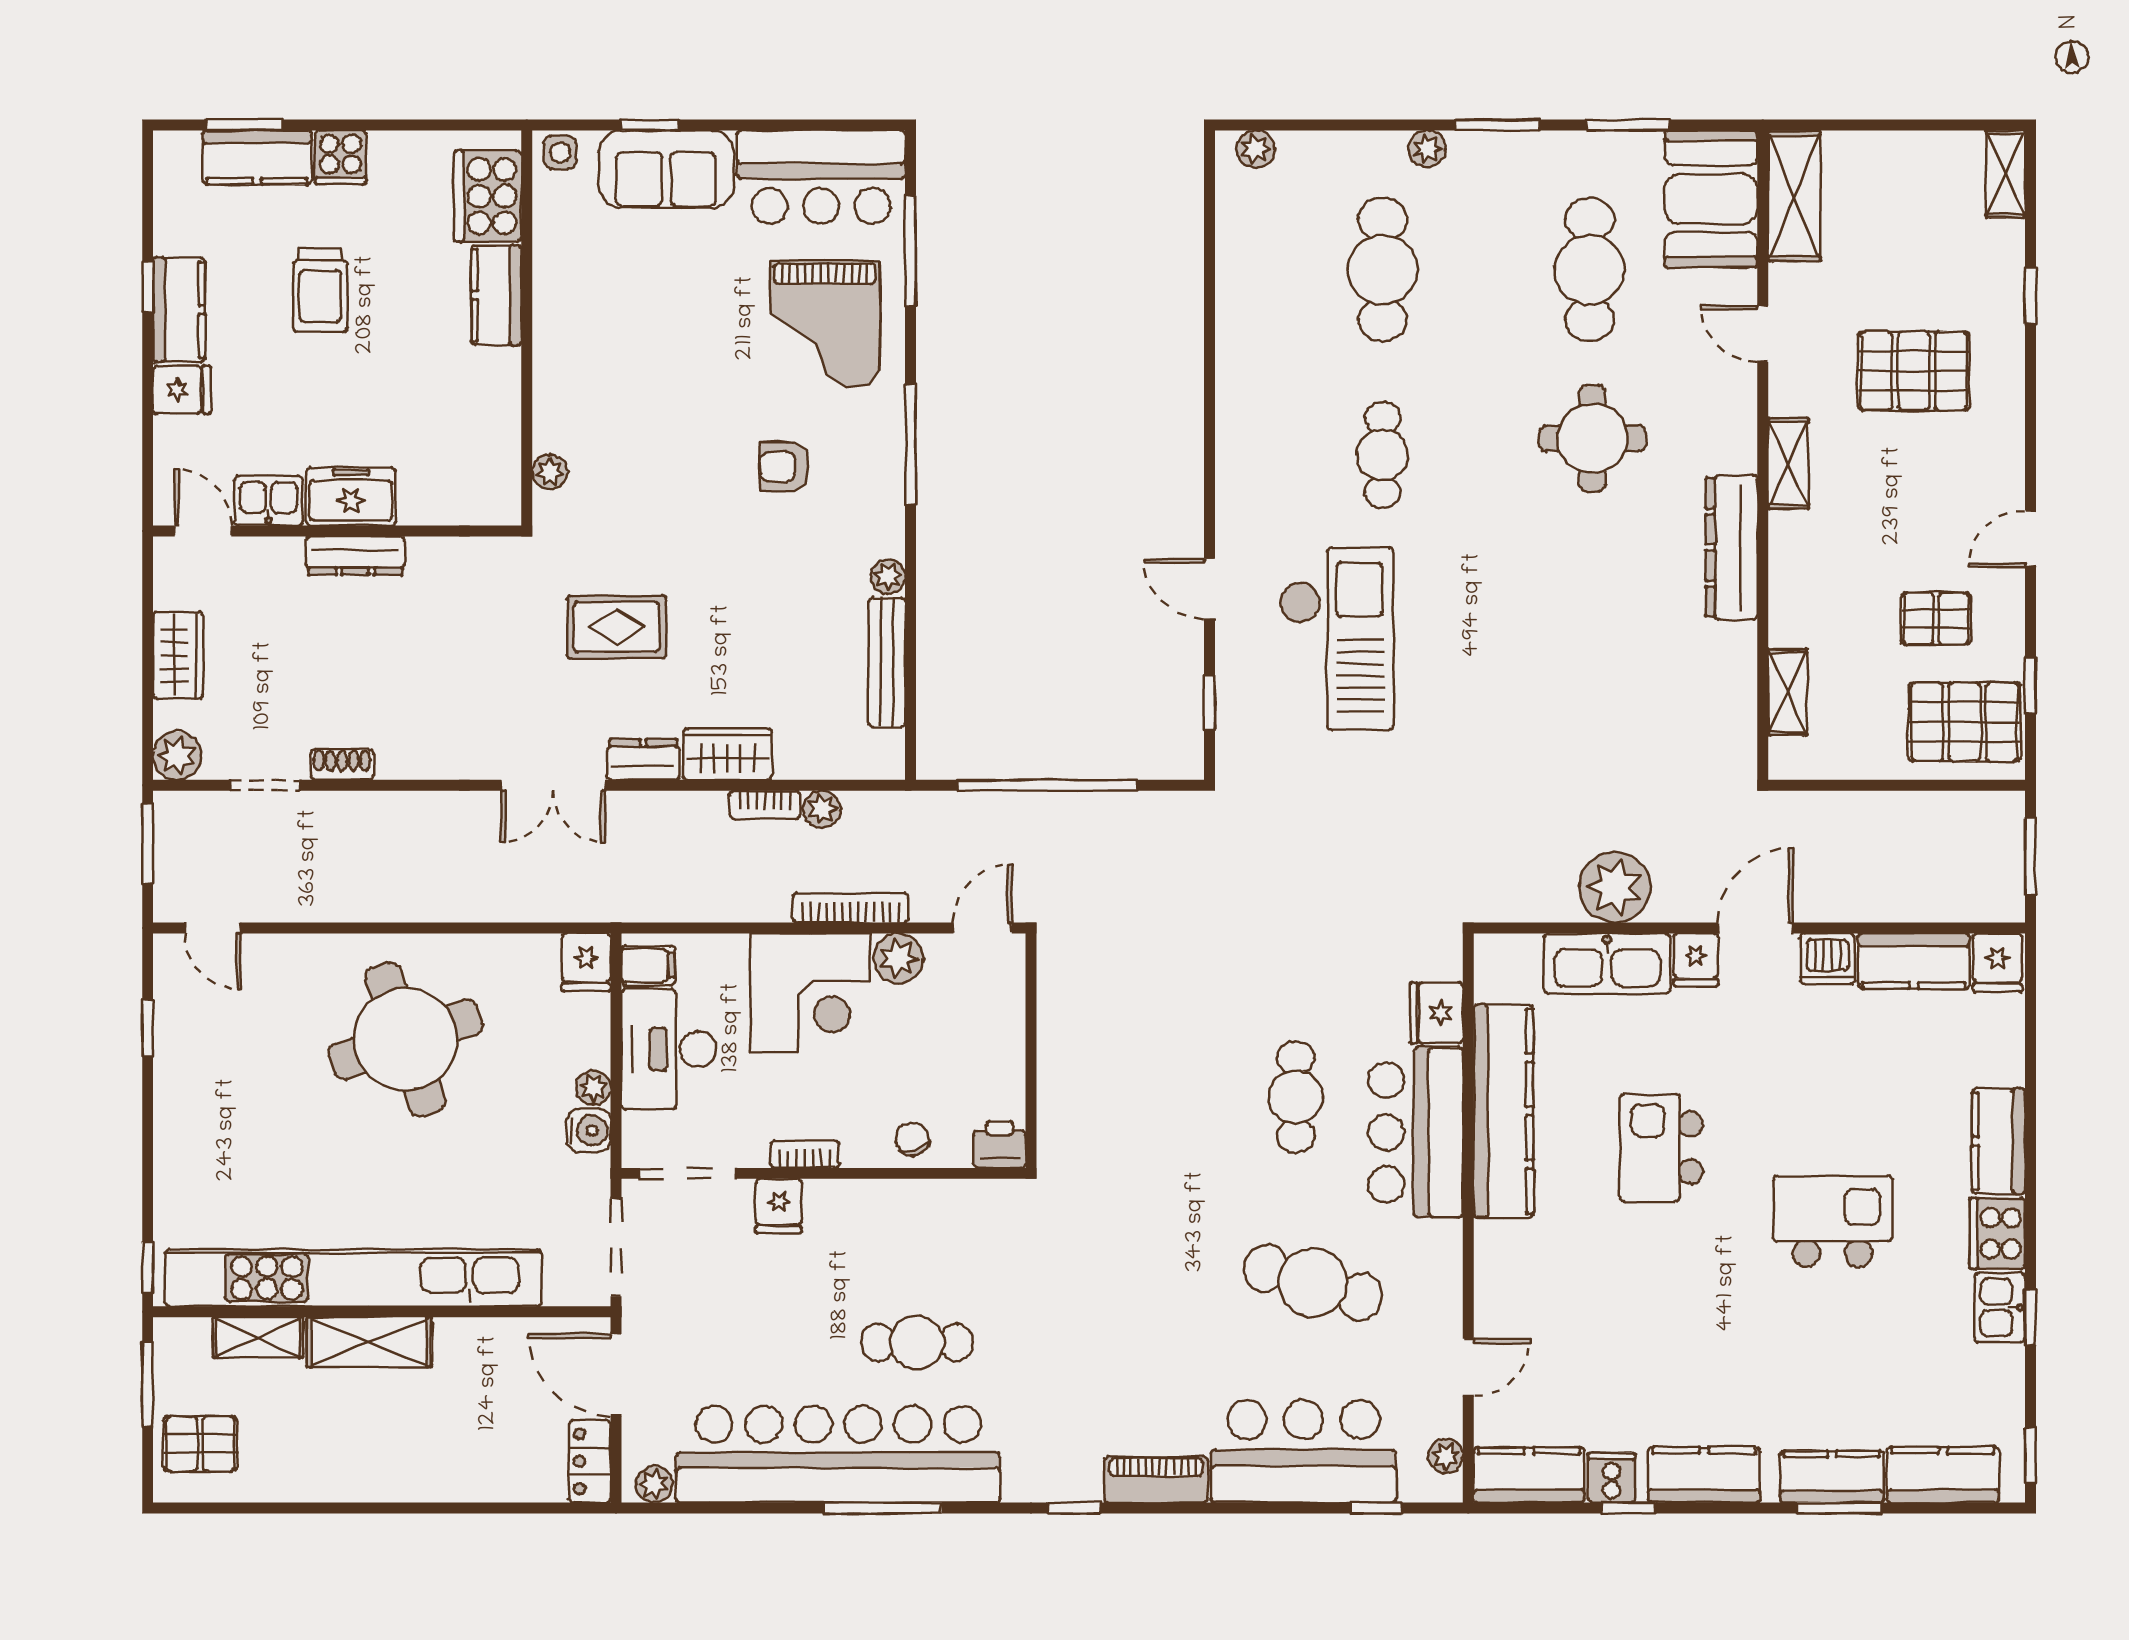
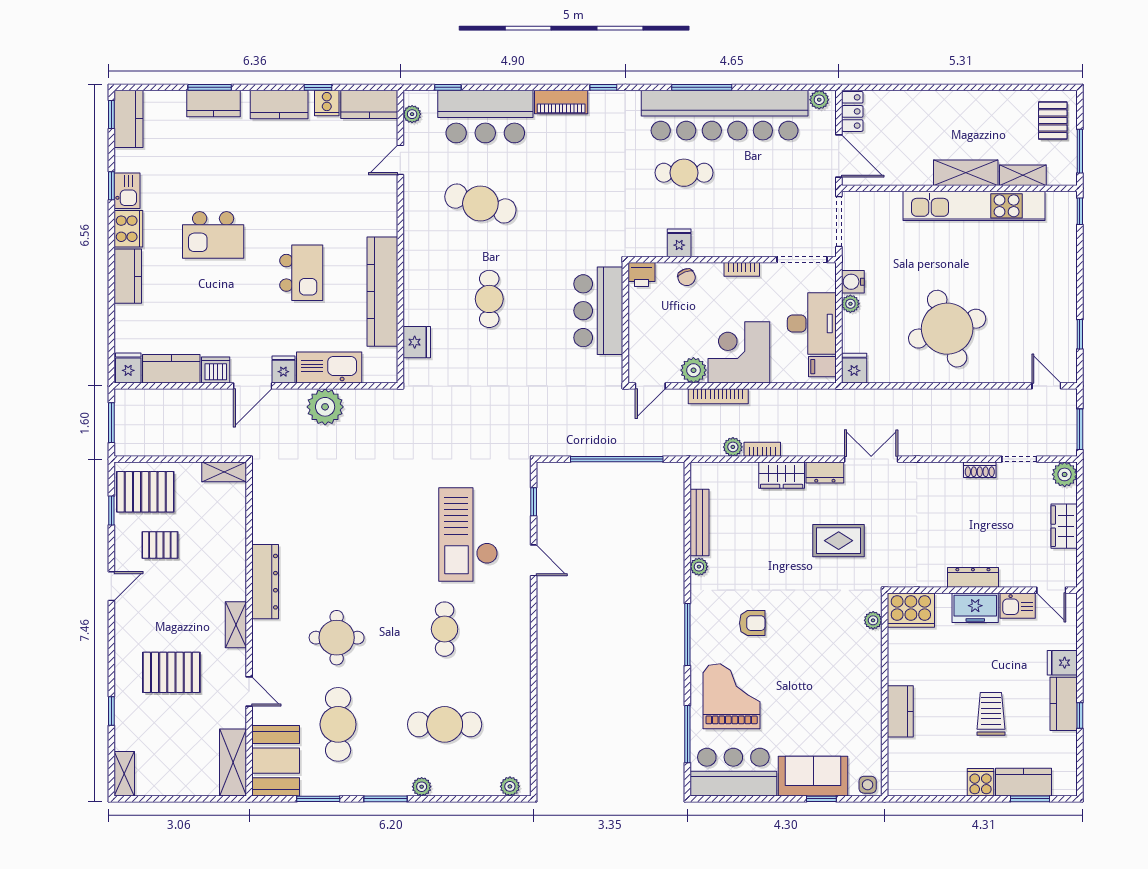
cooker: (488, 196) -> (911, 610), moved, turned 90
cafe table: (1383, 270) -> (445, 724), turned 90
shelving: (1787, 692) -> (224, 472), moved, turned 90
bar counter: (1416, 1132) -> (598, 311), moved, turned 180
fridge: (779, 1206) -> (679, 243), moved
kitchen unit: (353, 1278) -> (974, 206), width x0.73
pallet: (200, 1444) -> (1053, 120), turned 90
kitchen counter: (1943, 1475) -> (128, 119), moved, turned -90

